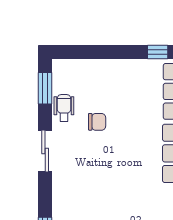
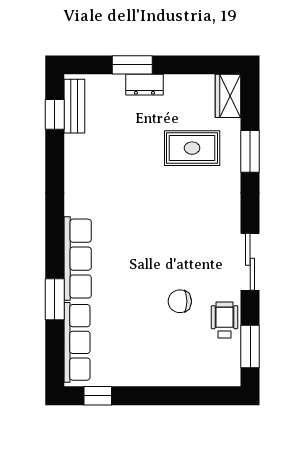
wheelchair: (64, 108) -> (224, 320), turned 180

